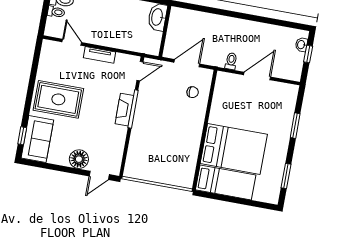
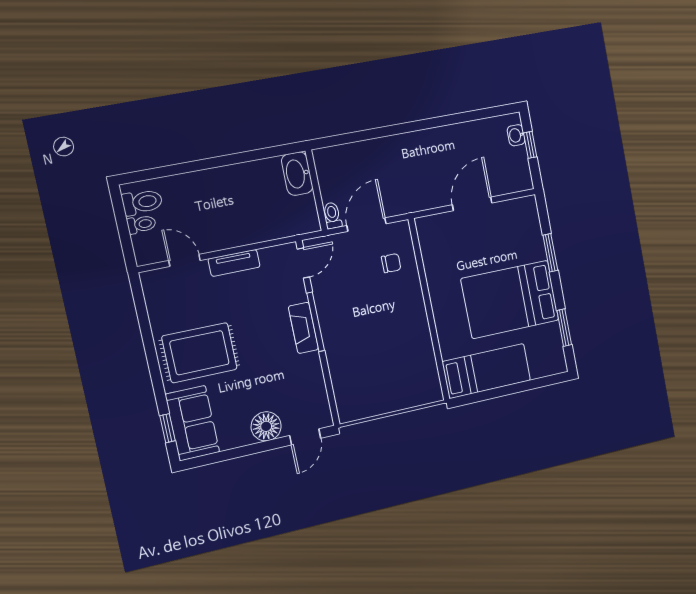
toilet: (231, 61) -> (332, 215), moved
bed: (234, 149) -> (510, 299), moved, turned 180

